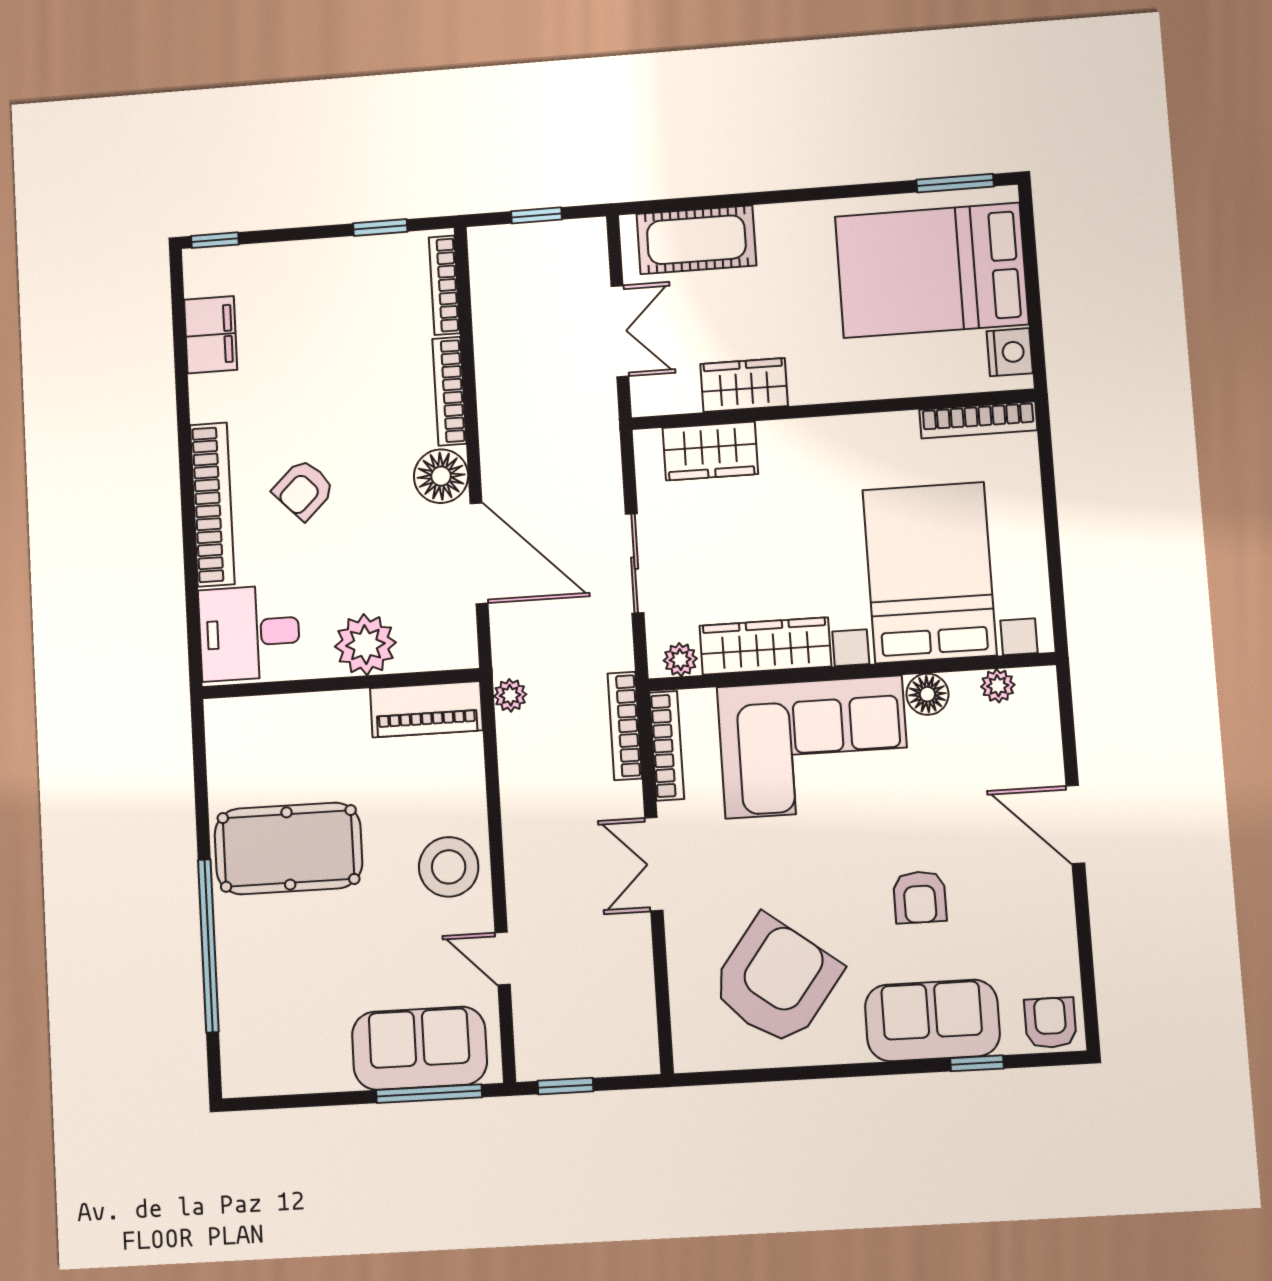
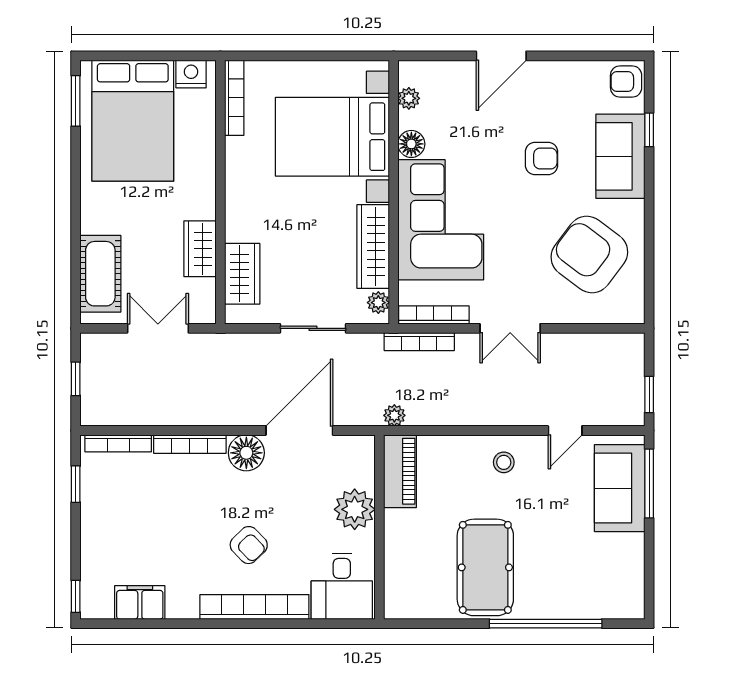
stool: (449, 867) -> (504, 462), width x0.53, depth x0.53

